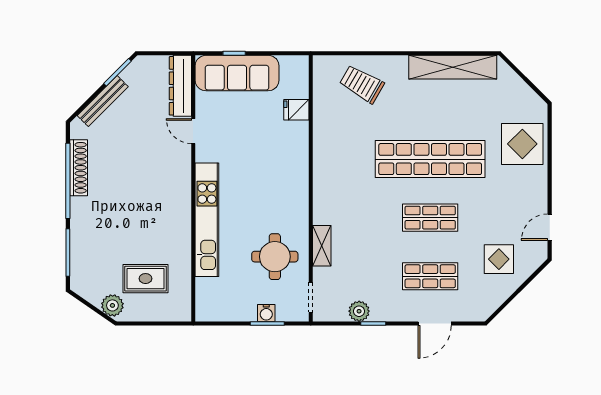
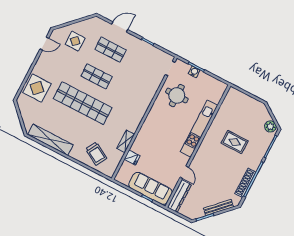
shelving: (322, 246) -> (126, 141), moved
rug: (146, 279) -> (235, 142), moved
plant: (112, 305) -> (270, 126), moved
plant: (359, 311) -> (151, 51), removed

